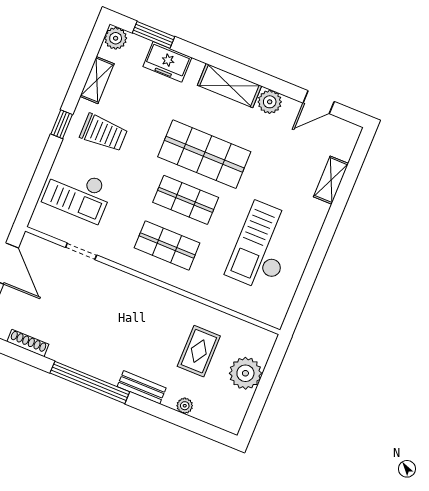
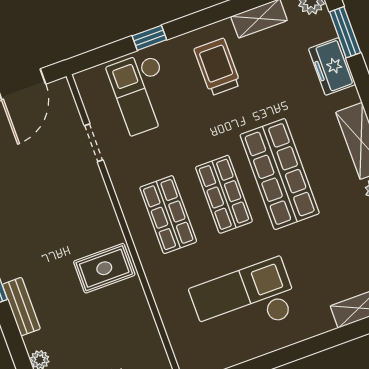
window: (62, 124) -> (149, 38), moved
trolley: (104, 133) -> (217, 67), turned 180
rug: (199, 351) -> (104, 268), moved

